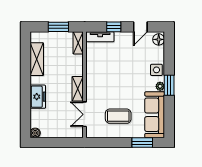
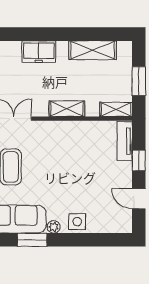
floor lamp: (159, 39) -> (121, 225), removed
window: (169, 85) -> (32, 240), moved
shelving: (78, 89) -> (67, 109), moved

